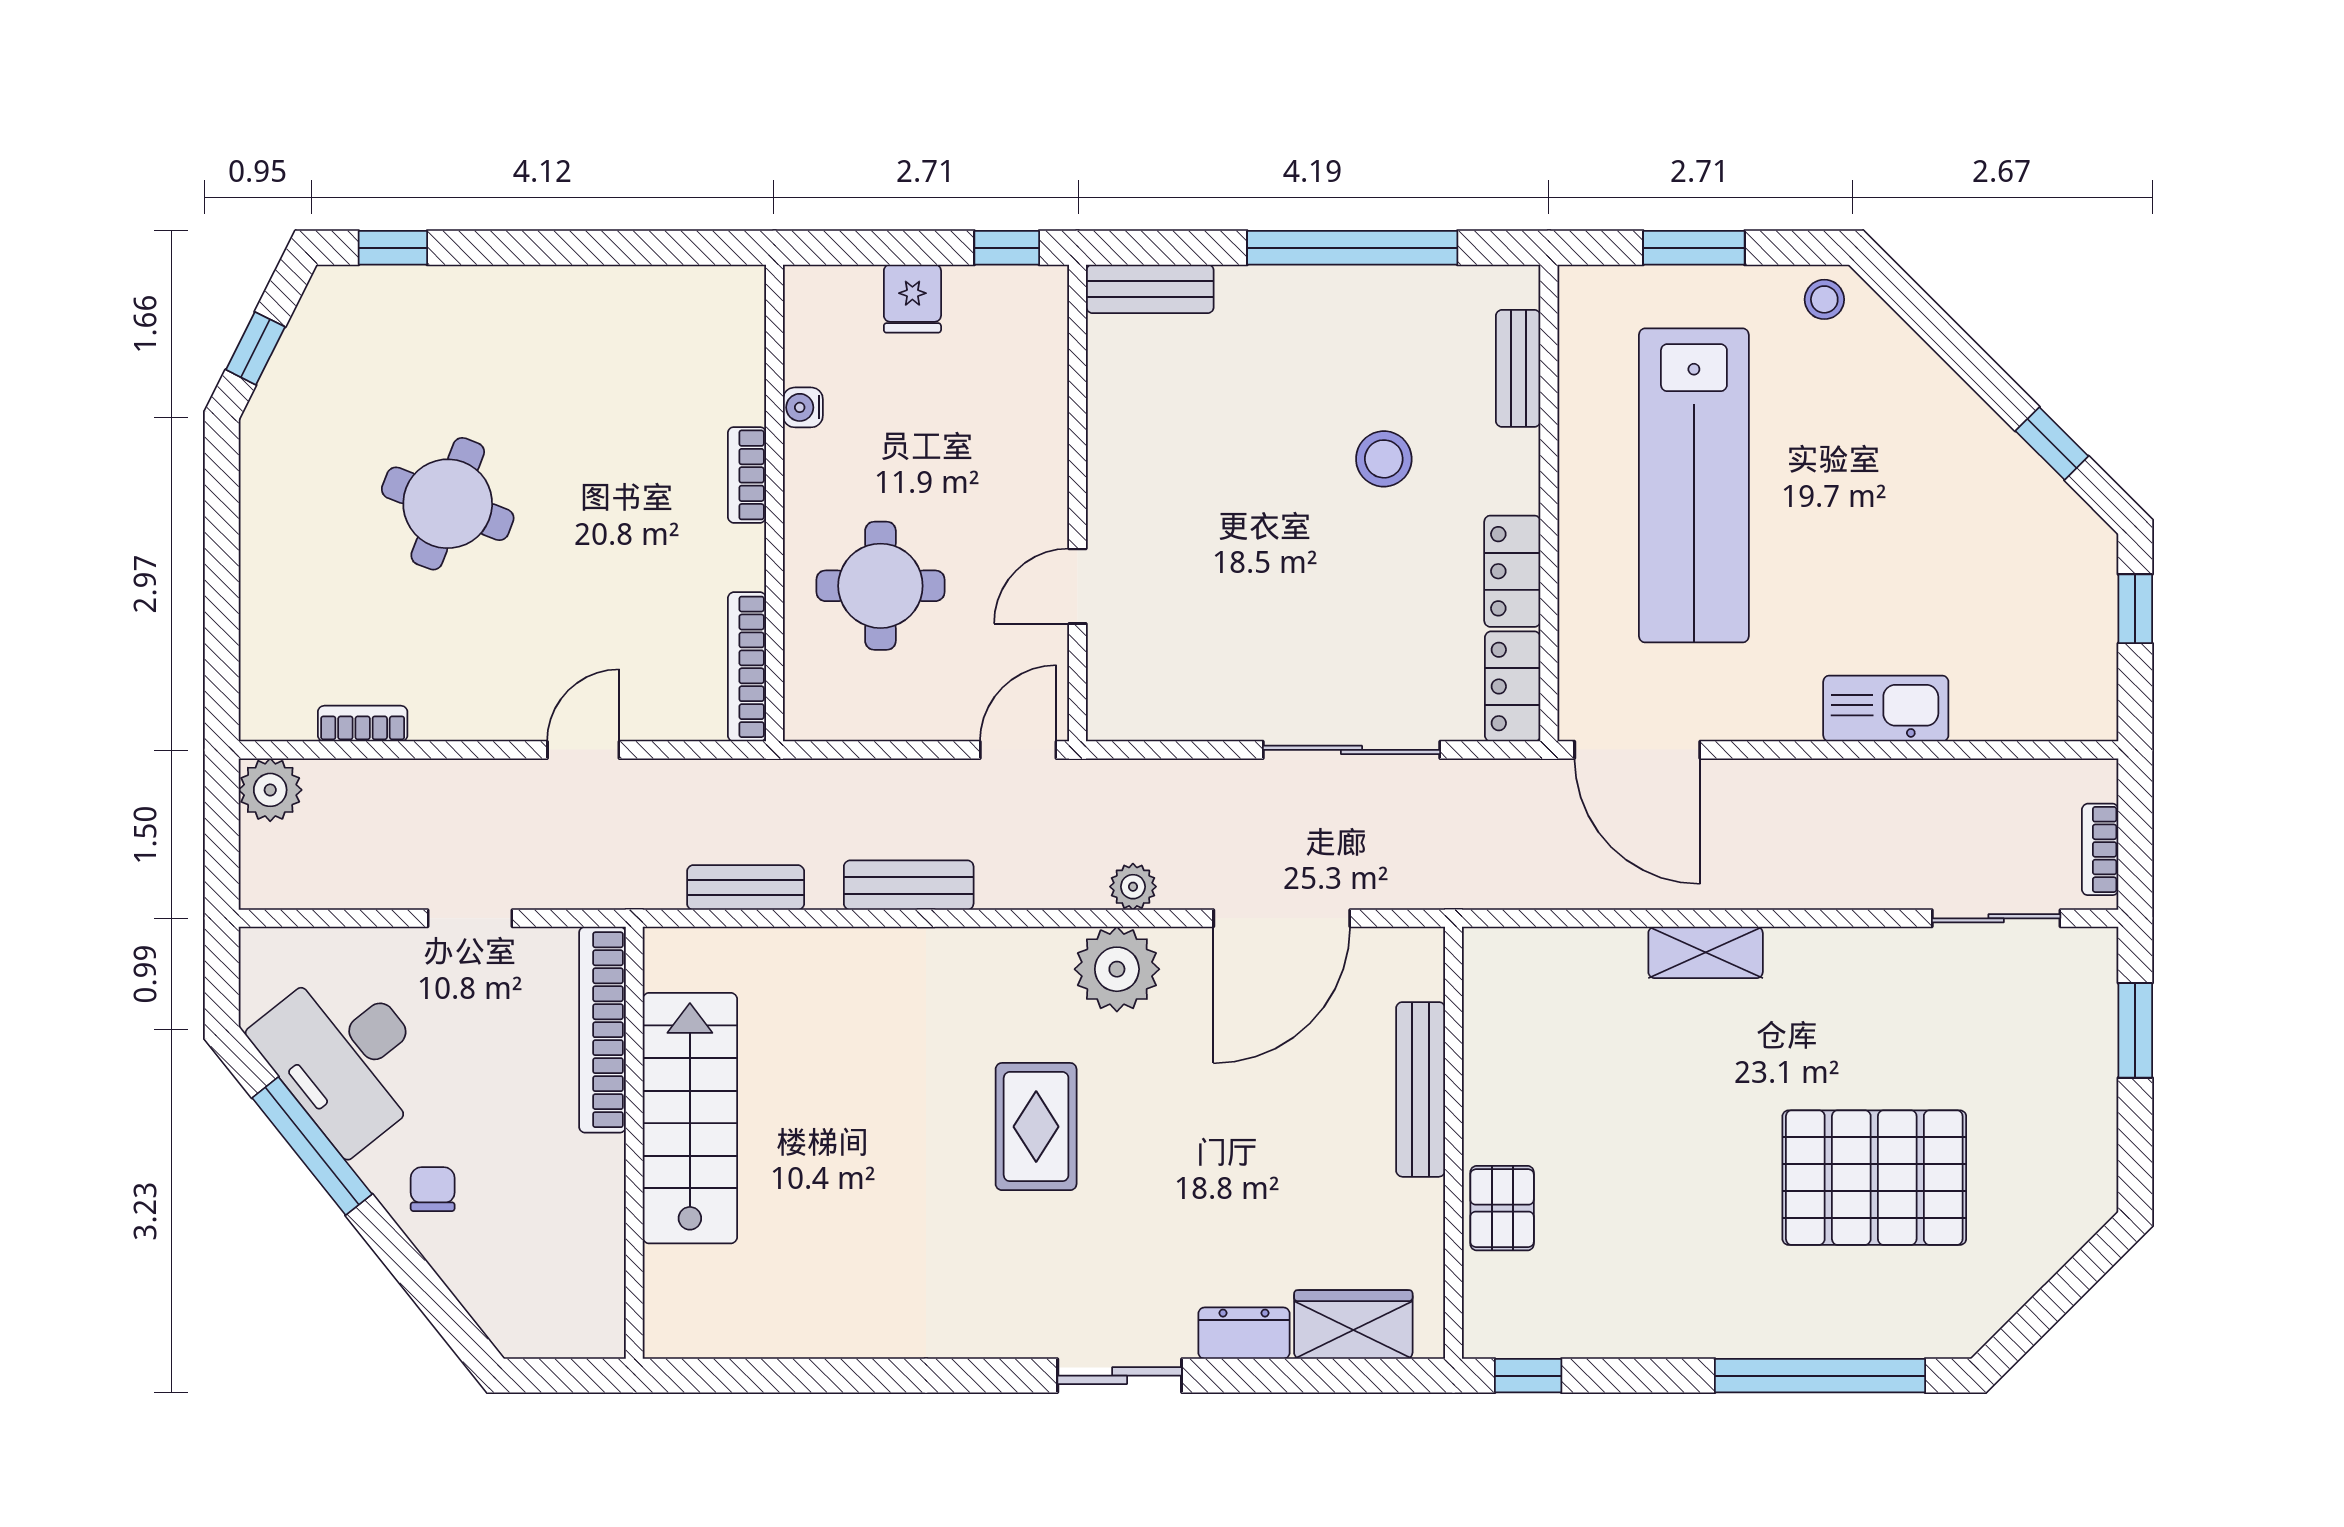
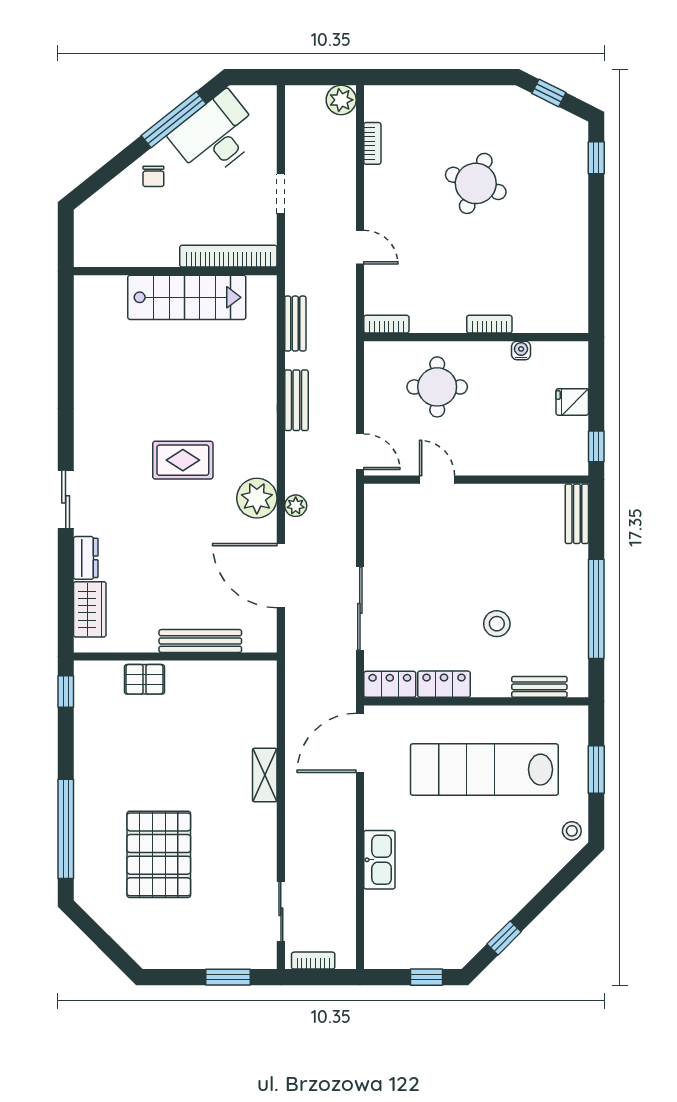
bookcase: (747, 667) -> (386, 324), width x0.64
chair: (433, 1189) -> (153, 176), turned 90

